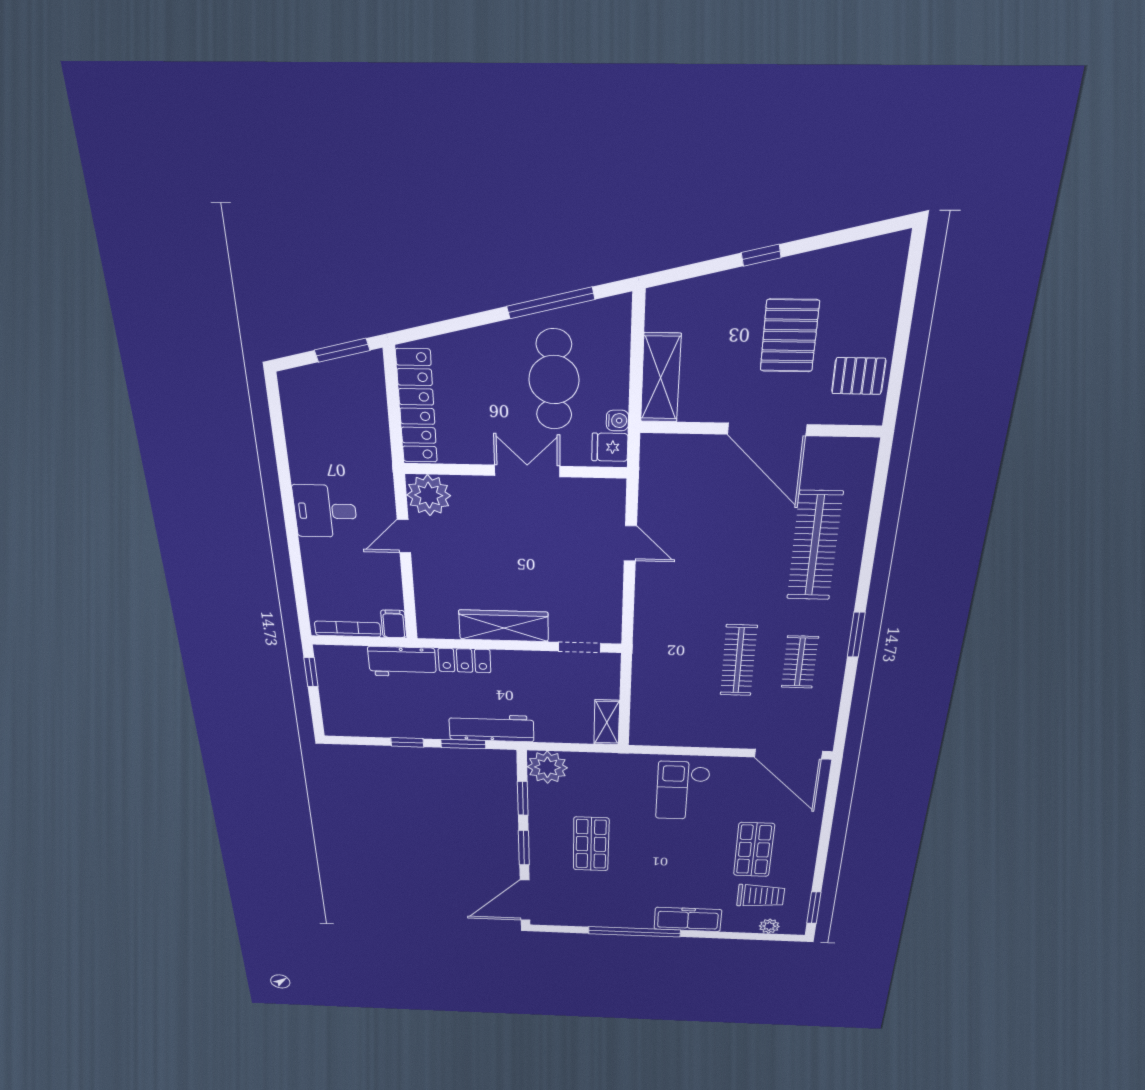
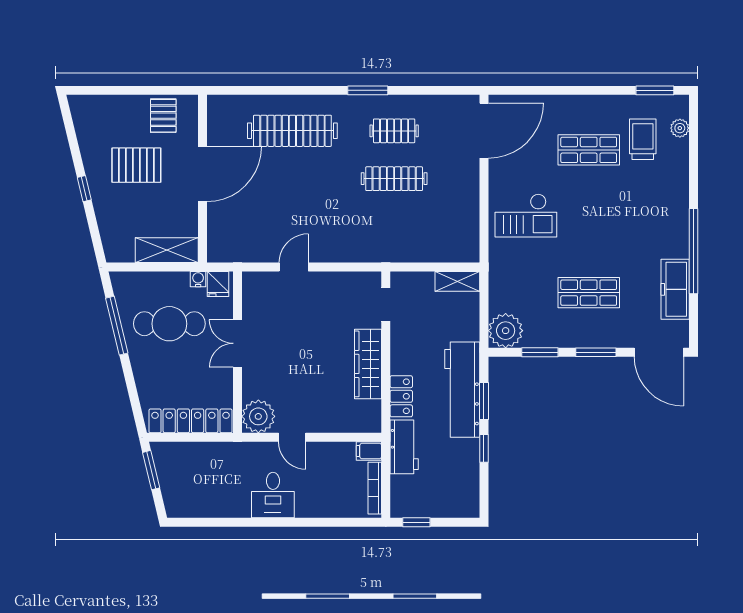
workbench: (491, 728) -> (462, 390), width x1.36, depth x1.32
freezer: (688, 919) -> (675, 289), moved

